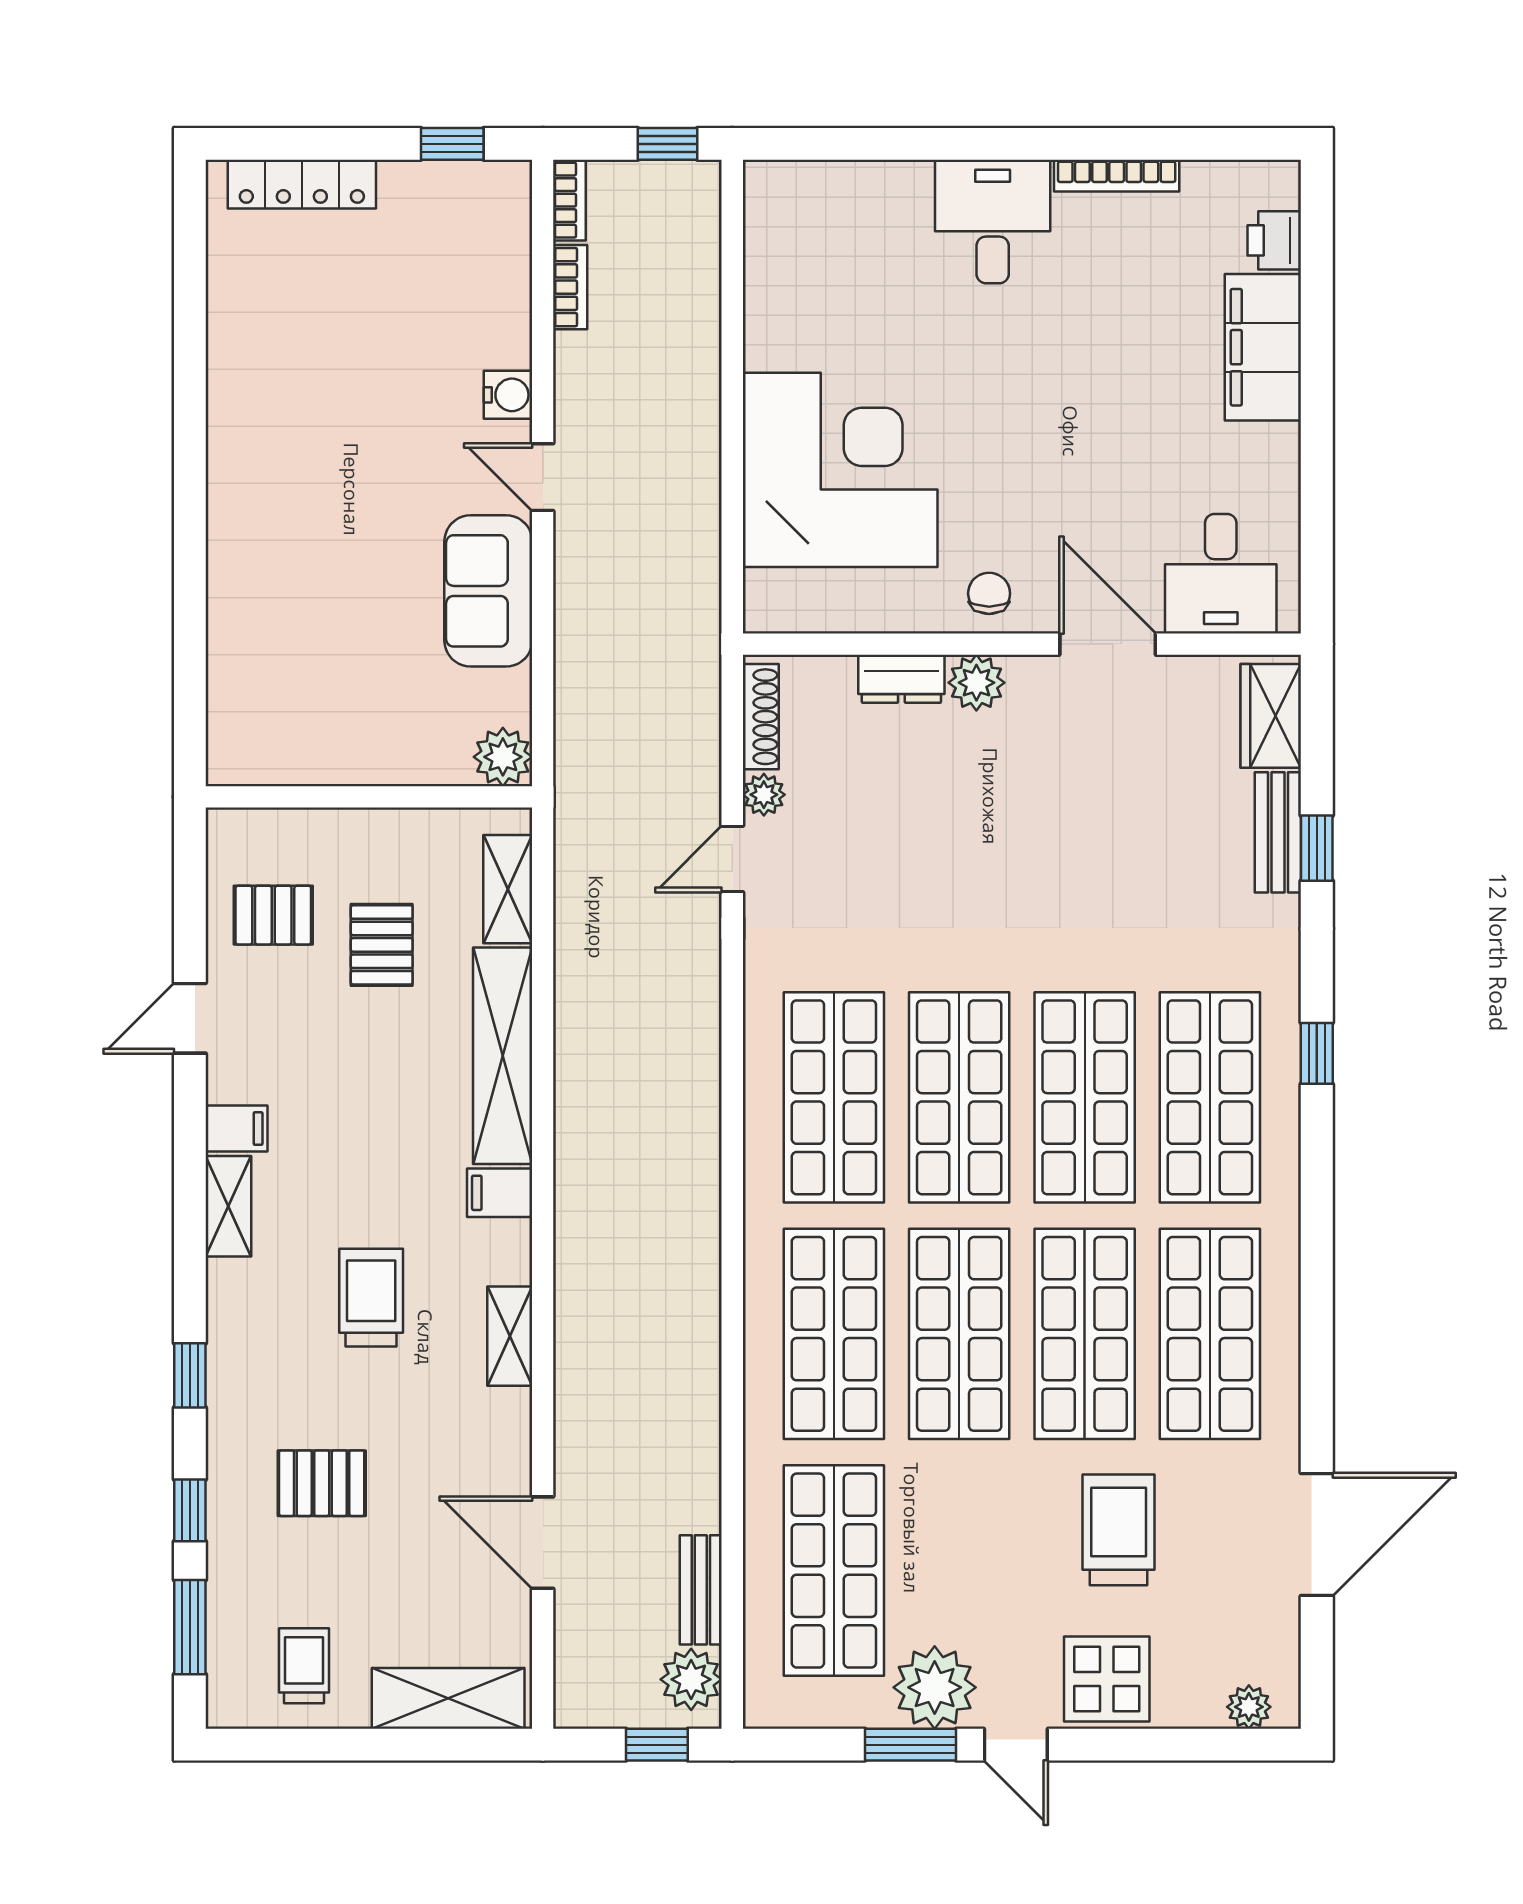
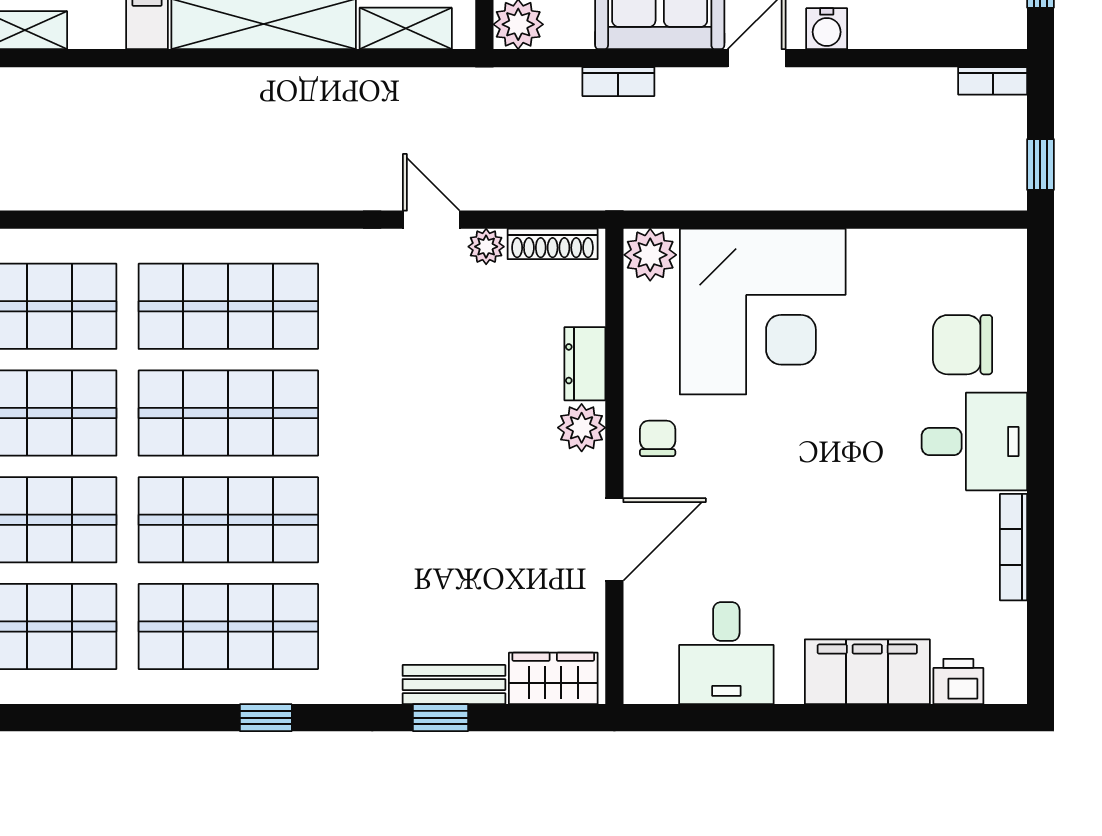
chair: (879, 235) -> (963, 345), added
bookcase: (570, 287) -> (618, 82), moved
desk: (1221, 574) -> (726, 653), moved, turned -90
chair: (989, 593) -> (658, 438), turned -90
plant: (773, 602) -> (650, 255), added

